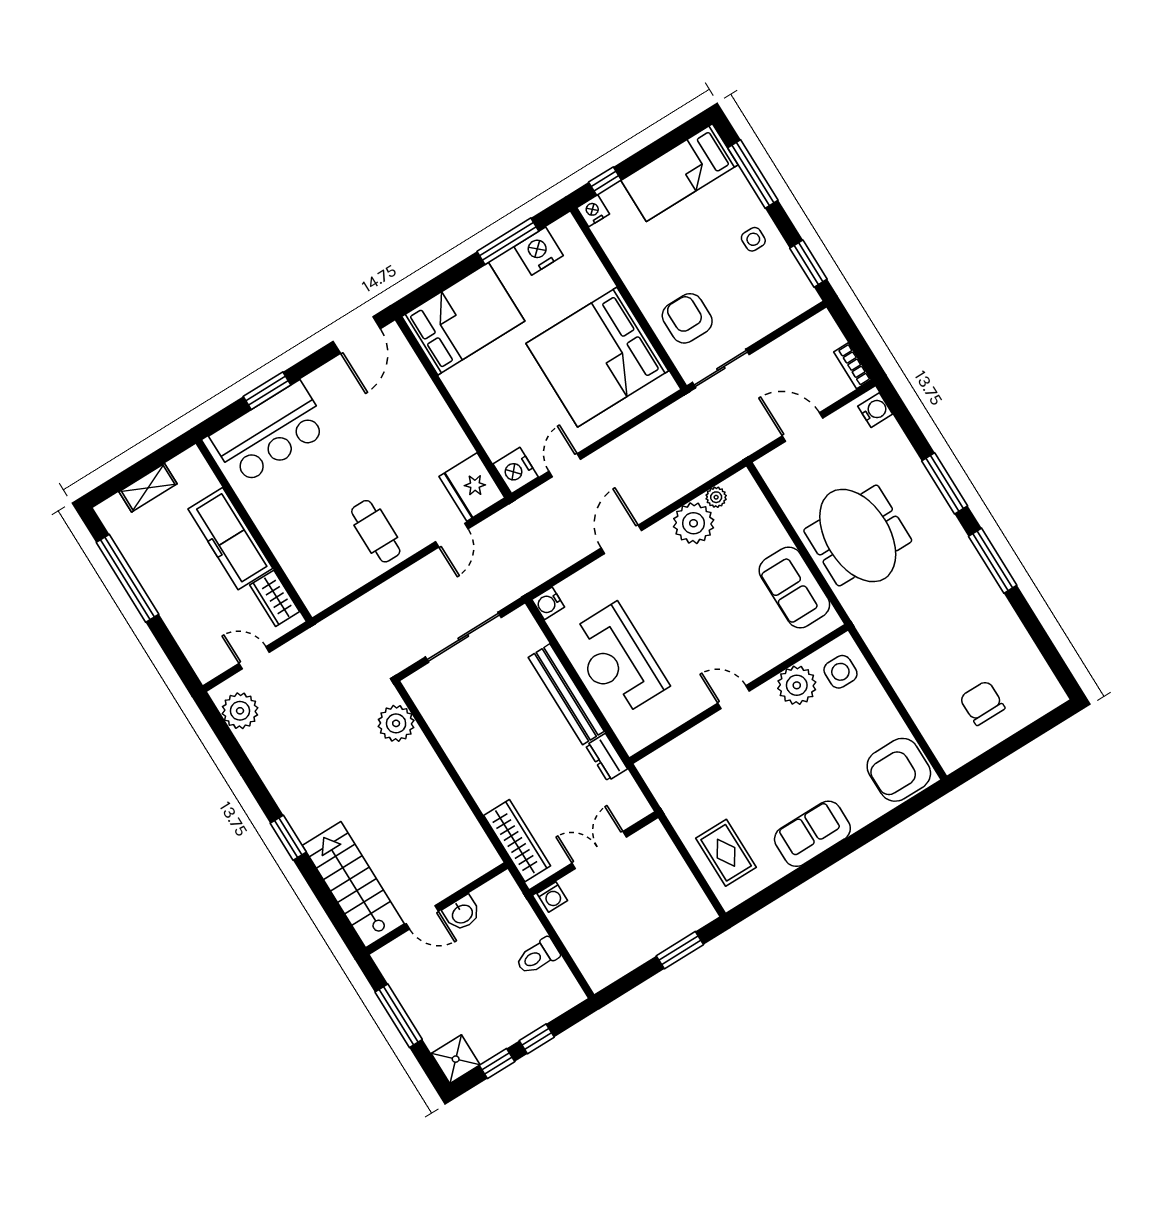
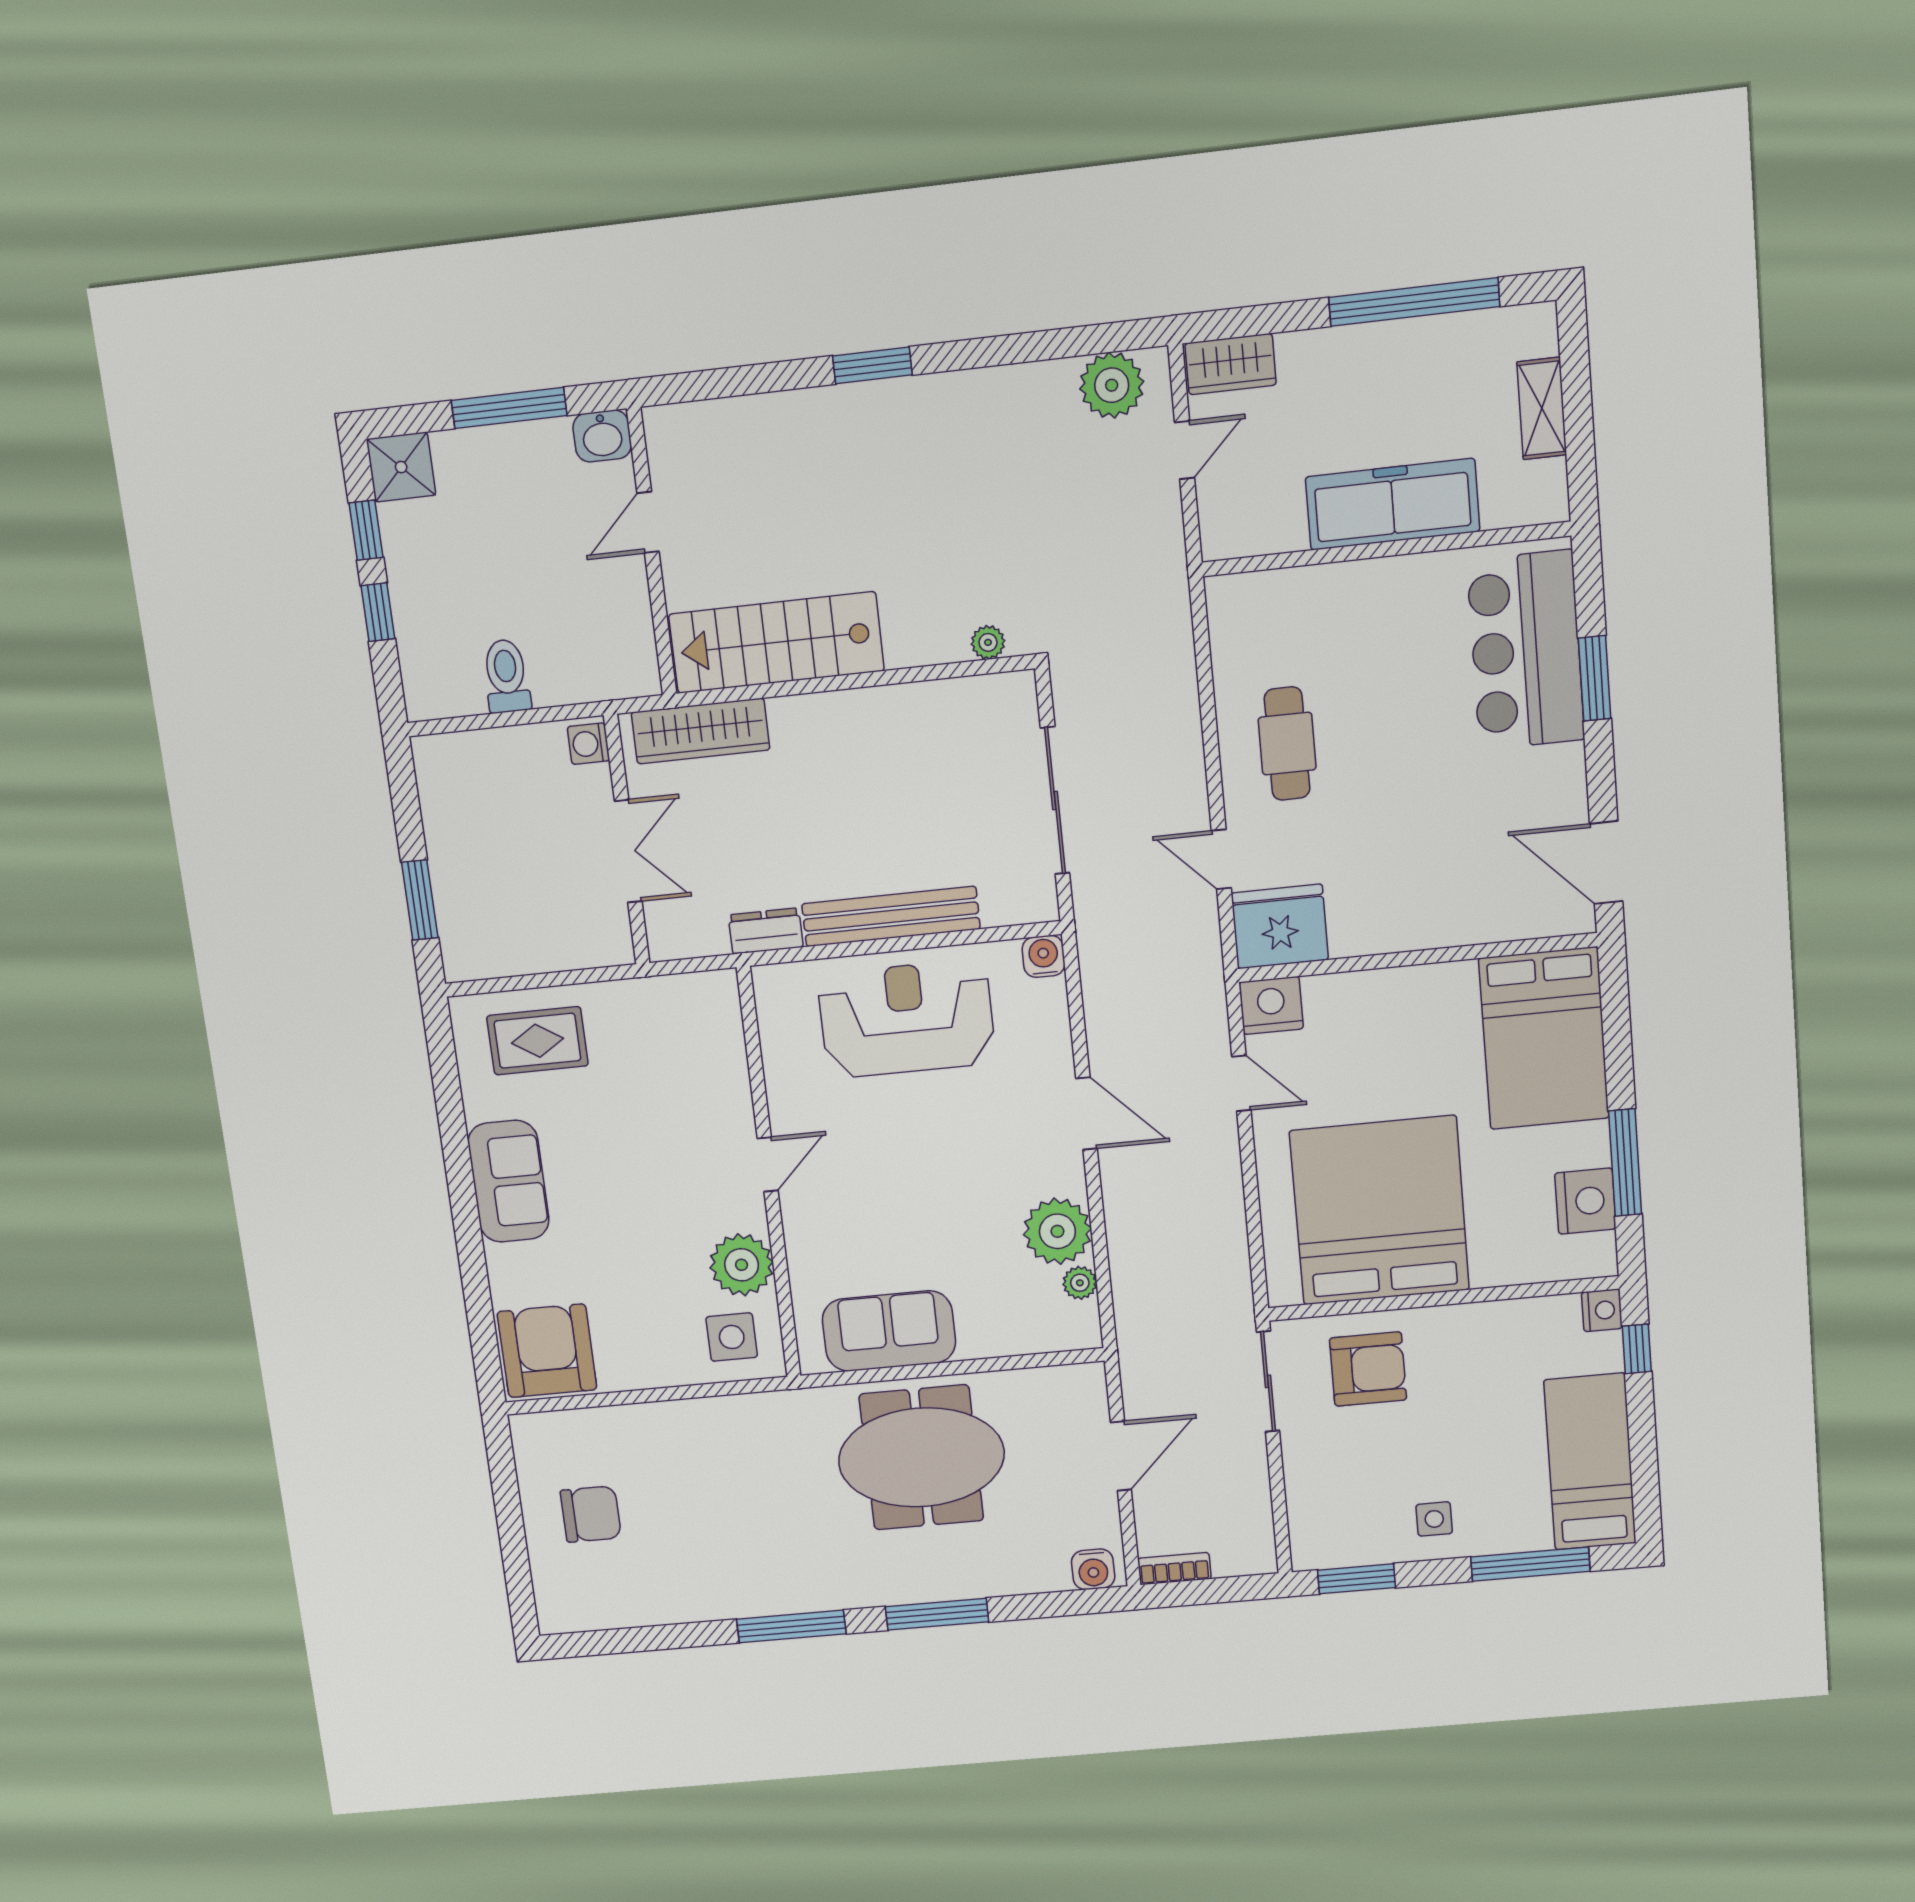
cafe table: (376, 531) -> (1287, 744), turned 90
wardrobe: (275, 598) -> (1230, 364), moved, turned 180
plant: (396, 723) -> (988, 642), width x0.53, depth x0.53
stairs: (353, 885) -> (776, 643), moved, turned 180
washbasin: (462, 913) -> (602, 436), moved, turned -90

